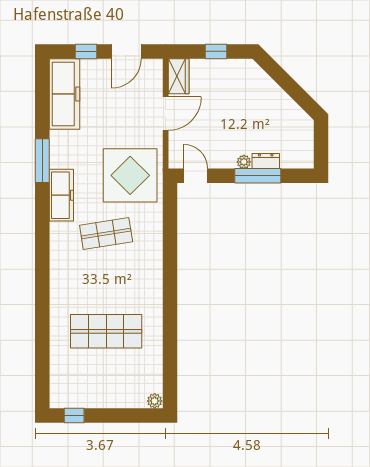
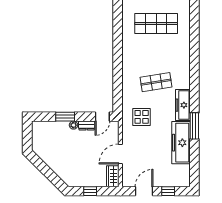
freezer: (64, 94) -> (181, 143), moved
dresser: (266, 161) -> (87, 125), moved
display table: (130, 175) -> (142, 117), width x0.54, depth x0.54
door: (196, 176) -> (102, 117), hinge flipped
window: (258, 176) -> (65, 117), width x0.69

